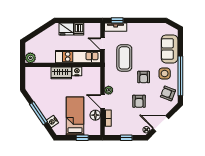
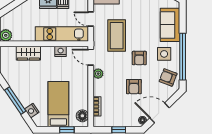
wardrobe: (61, 73) -> (28, 53), moved
door: (102, 101) -> (91, 57), moved
floor lamp: (95, 115) -> (82, 116), moved

